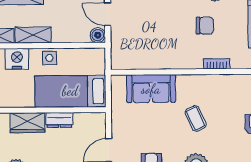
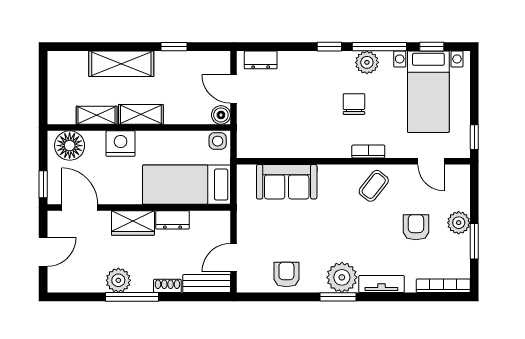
chair: (205, 26) -> (354, 104), turned -90
side table: (49, 58) -> (218, 141), moved
coffee table: (196, 118) -> (374, 186), moved, turned 63

